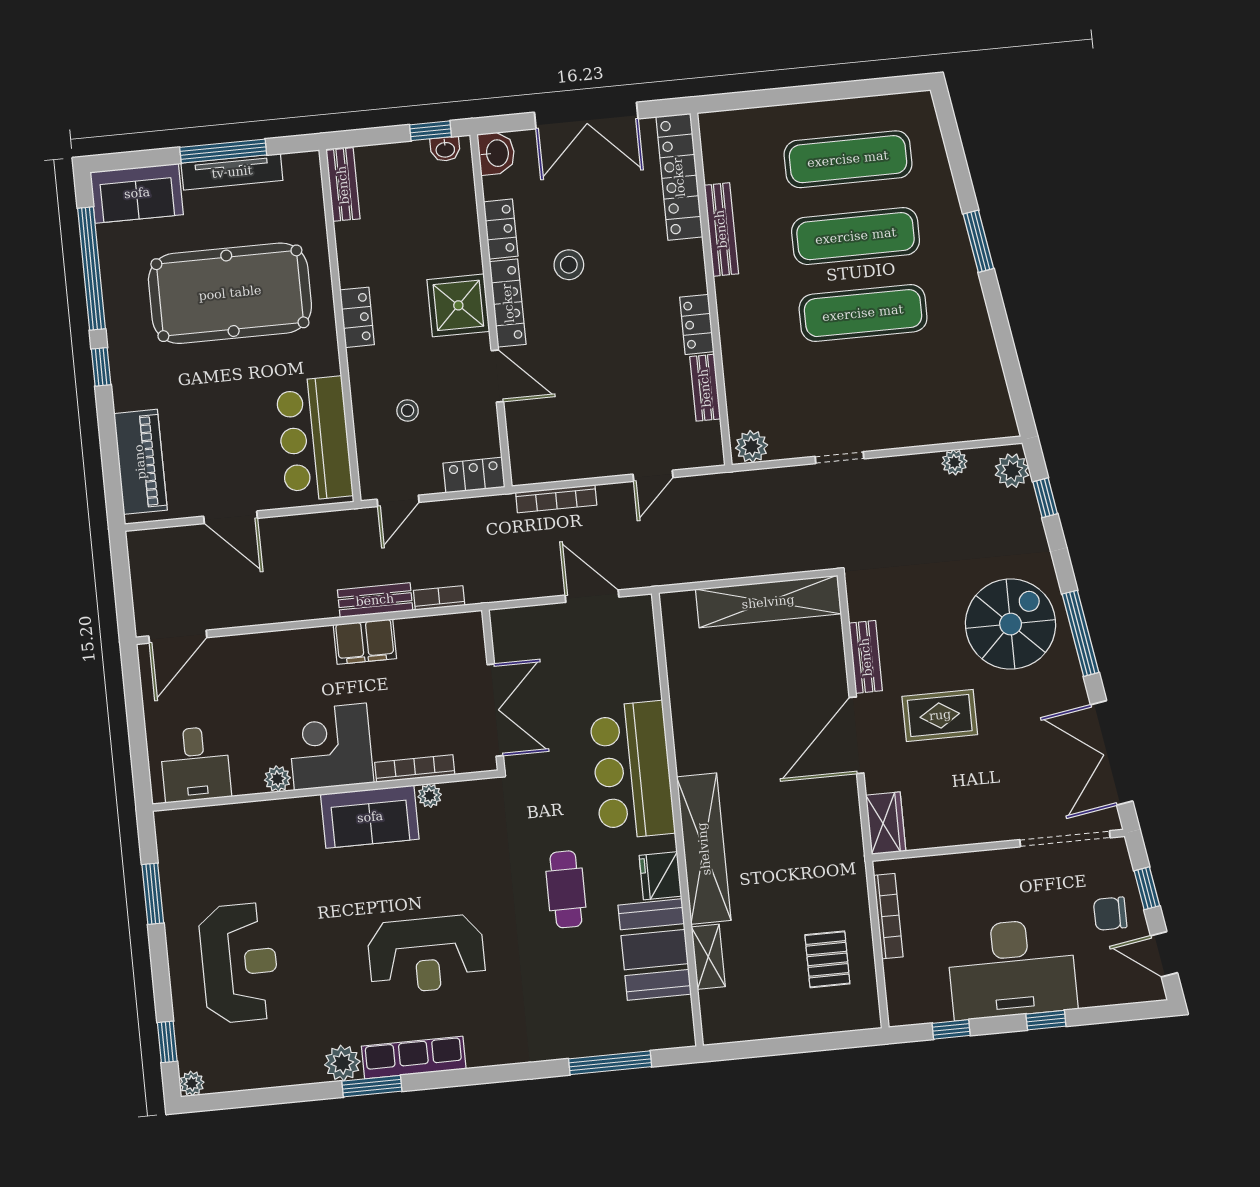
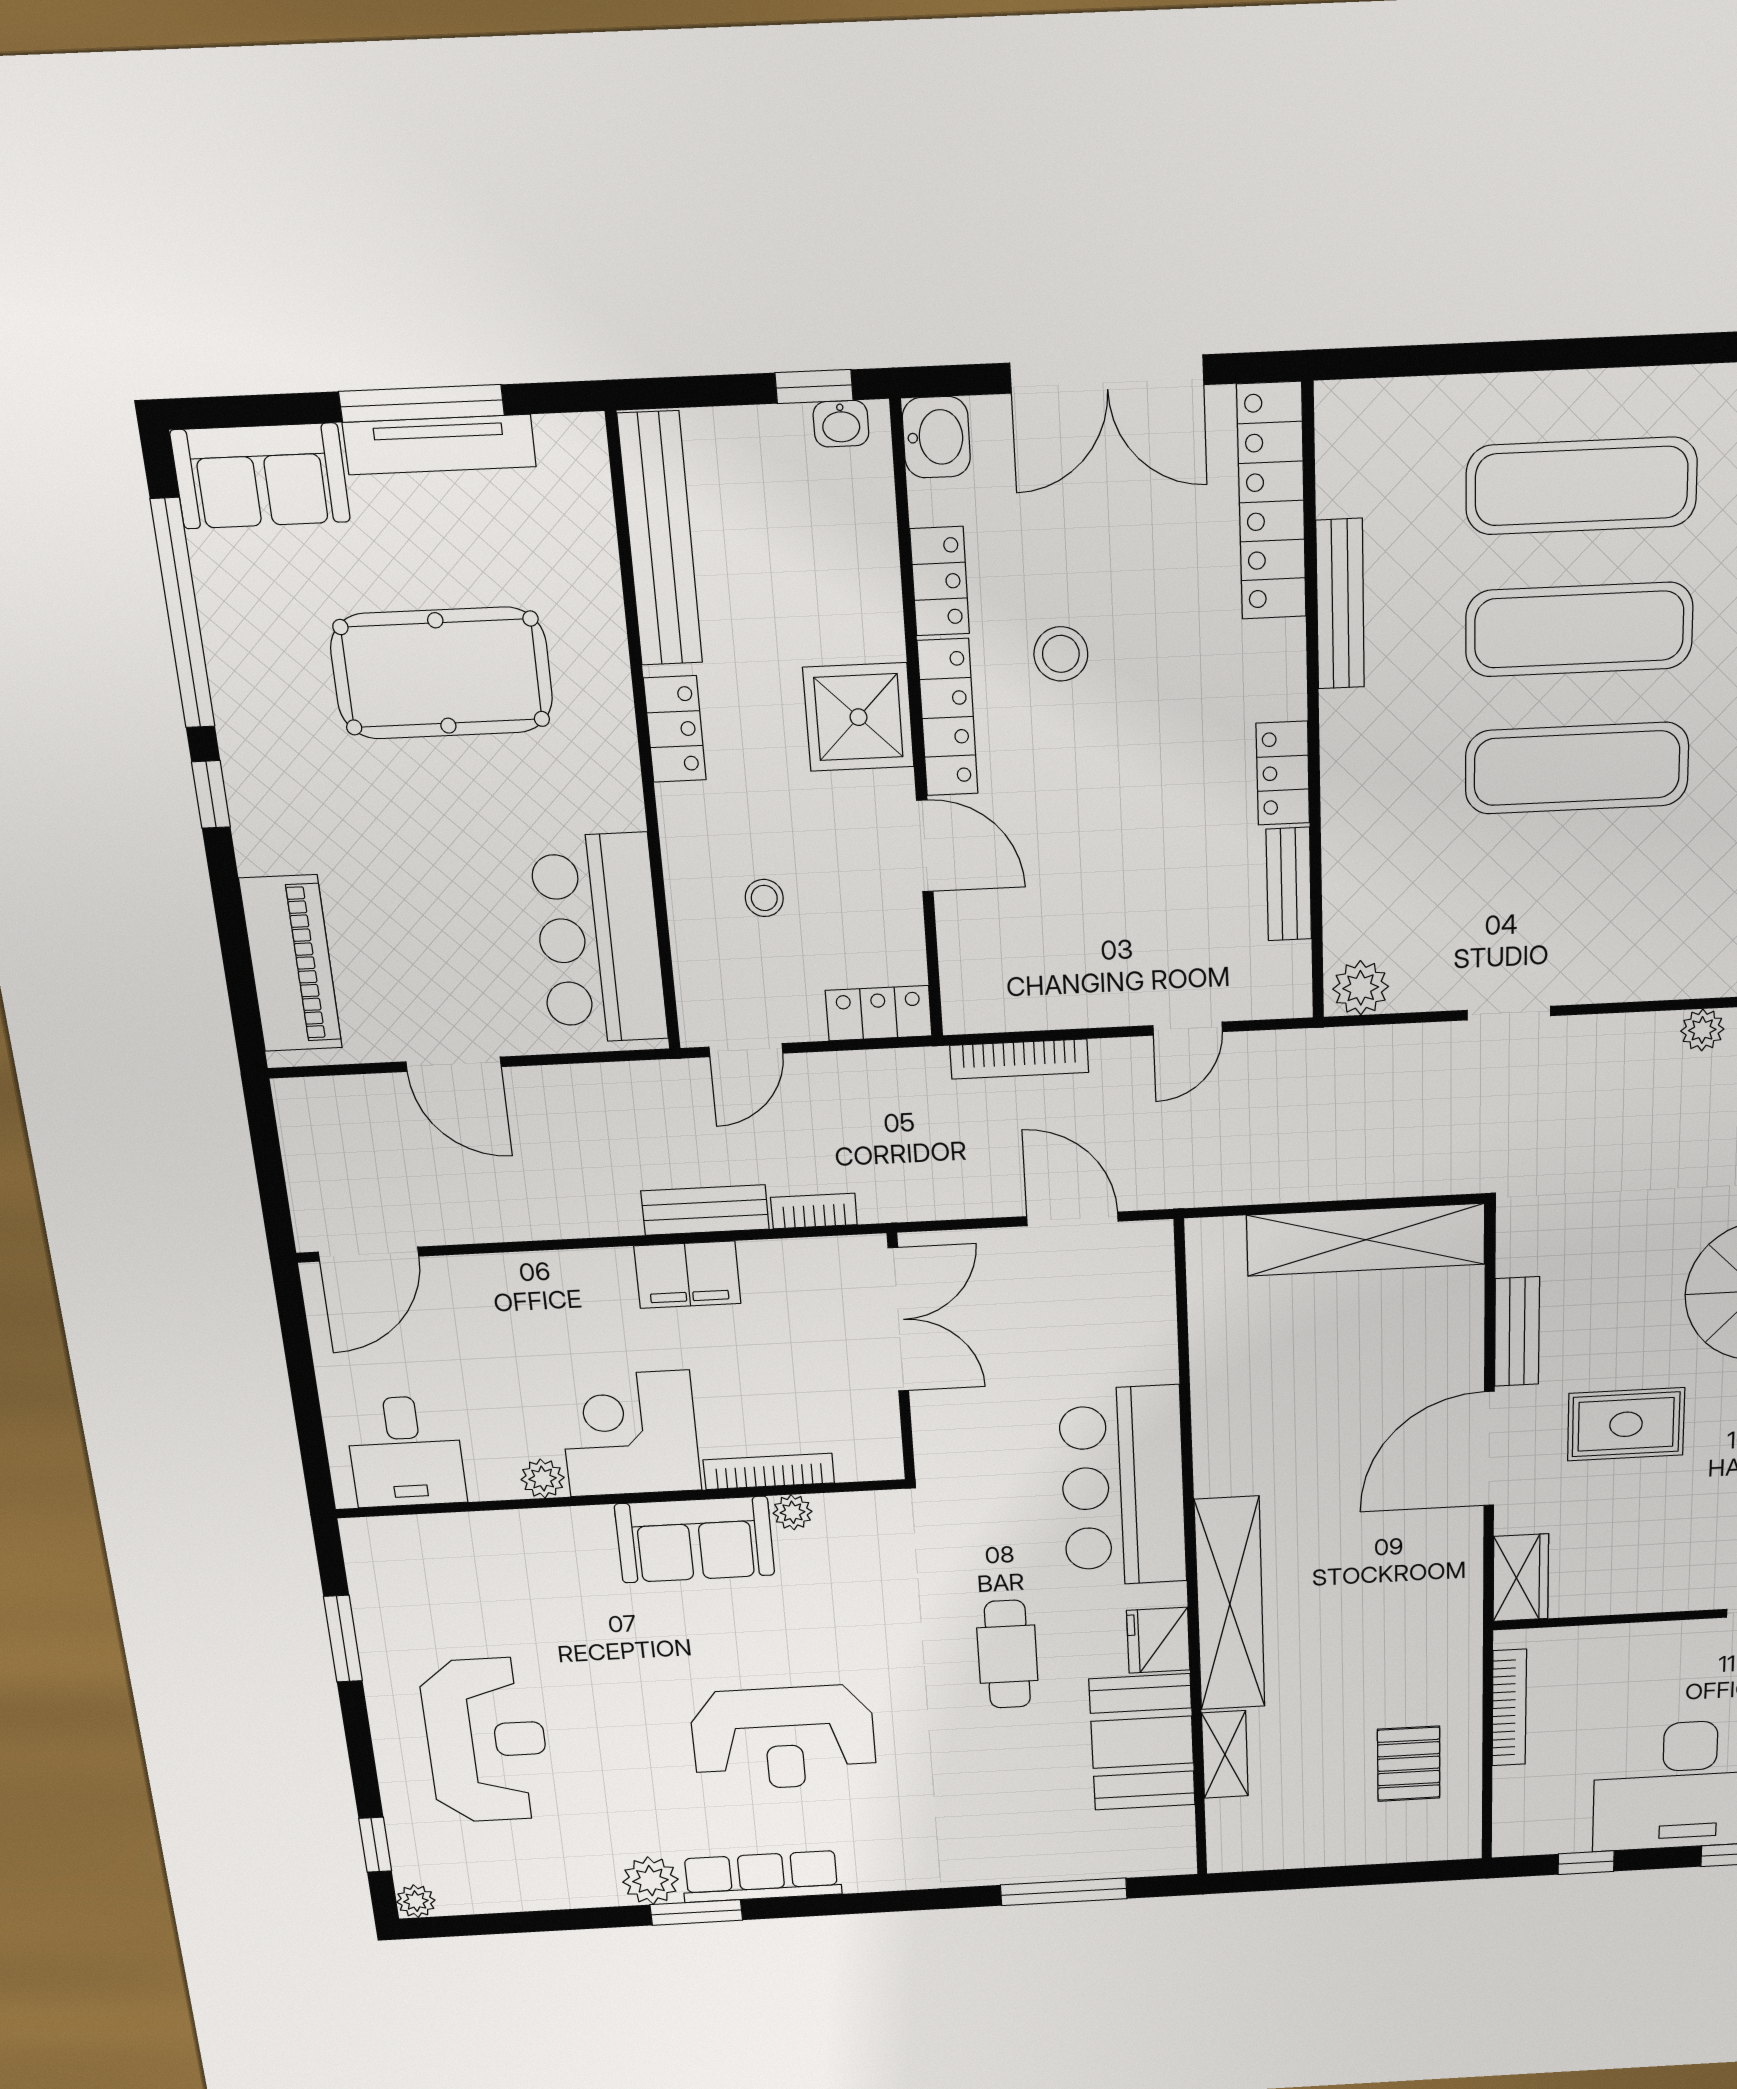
bench: (343, 185) -> (660, 539), width x1.86, depth x1.21
pool table: (230, 293) -> (442, 673), width x0.73, depth x0.76
double door: (495, 710) -> (898, 1320), moved

